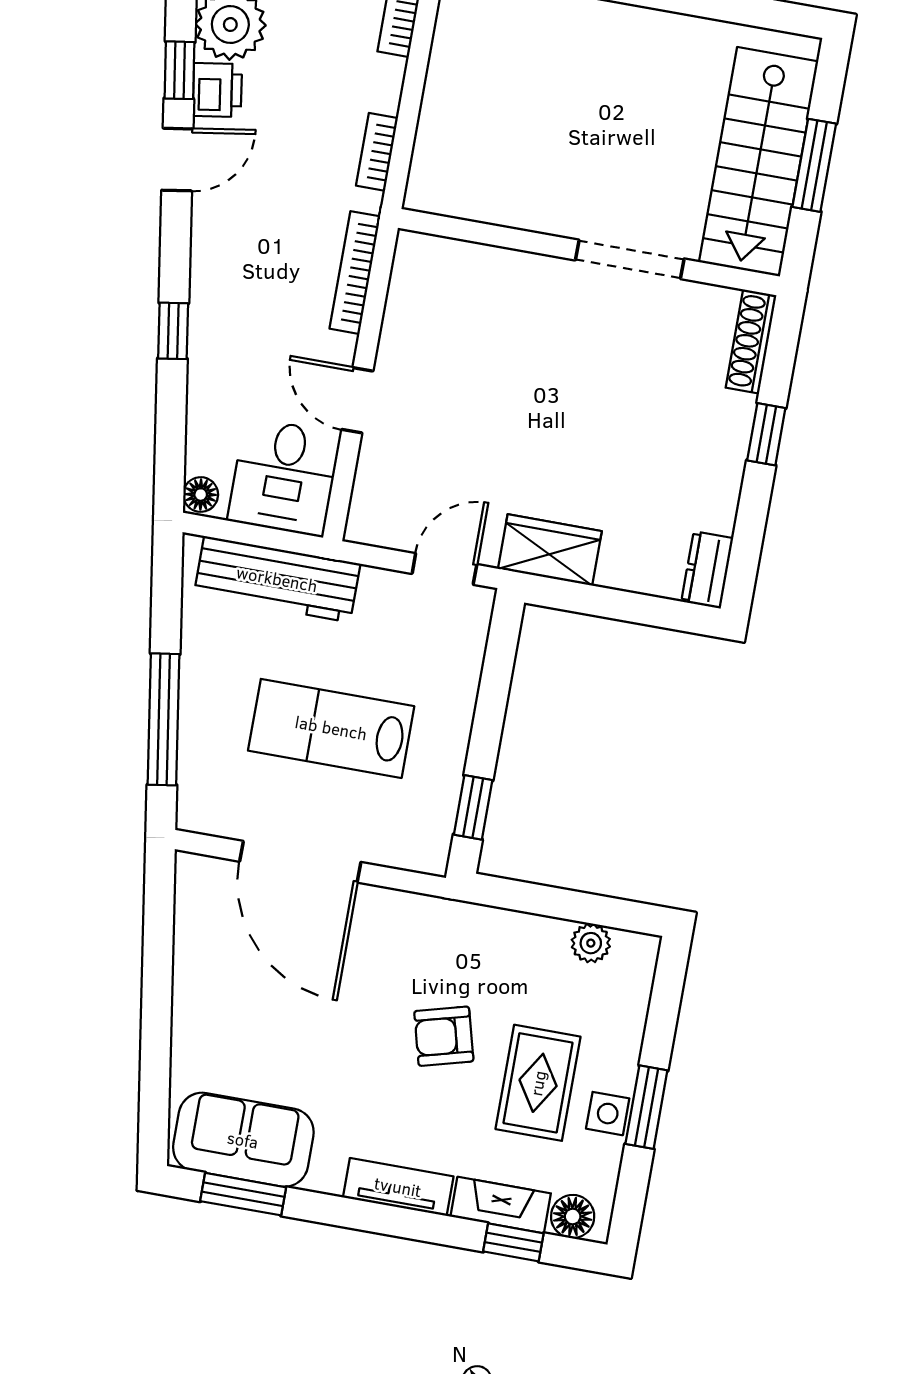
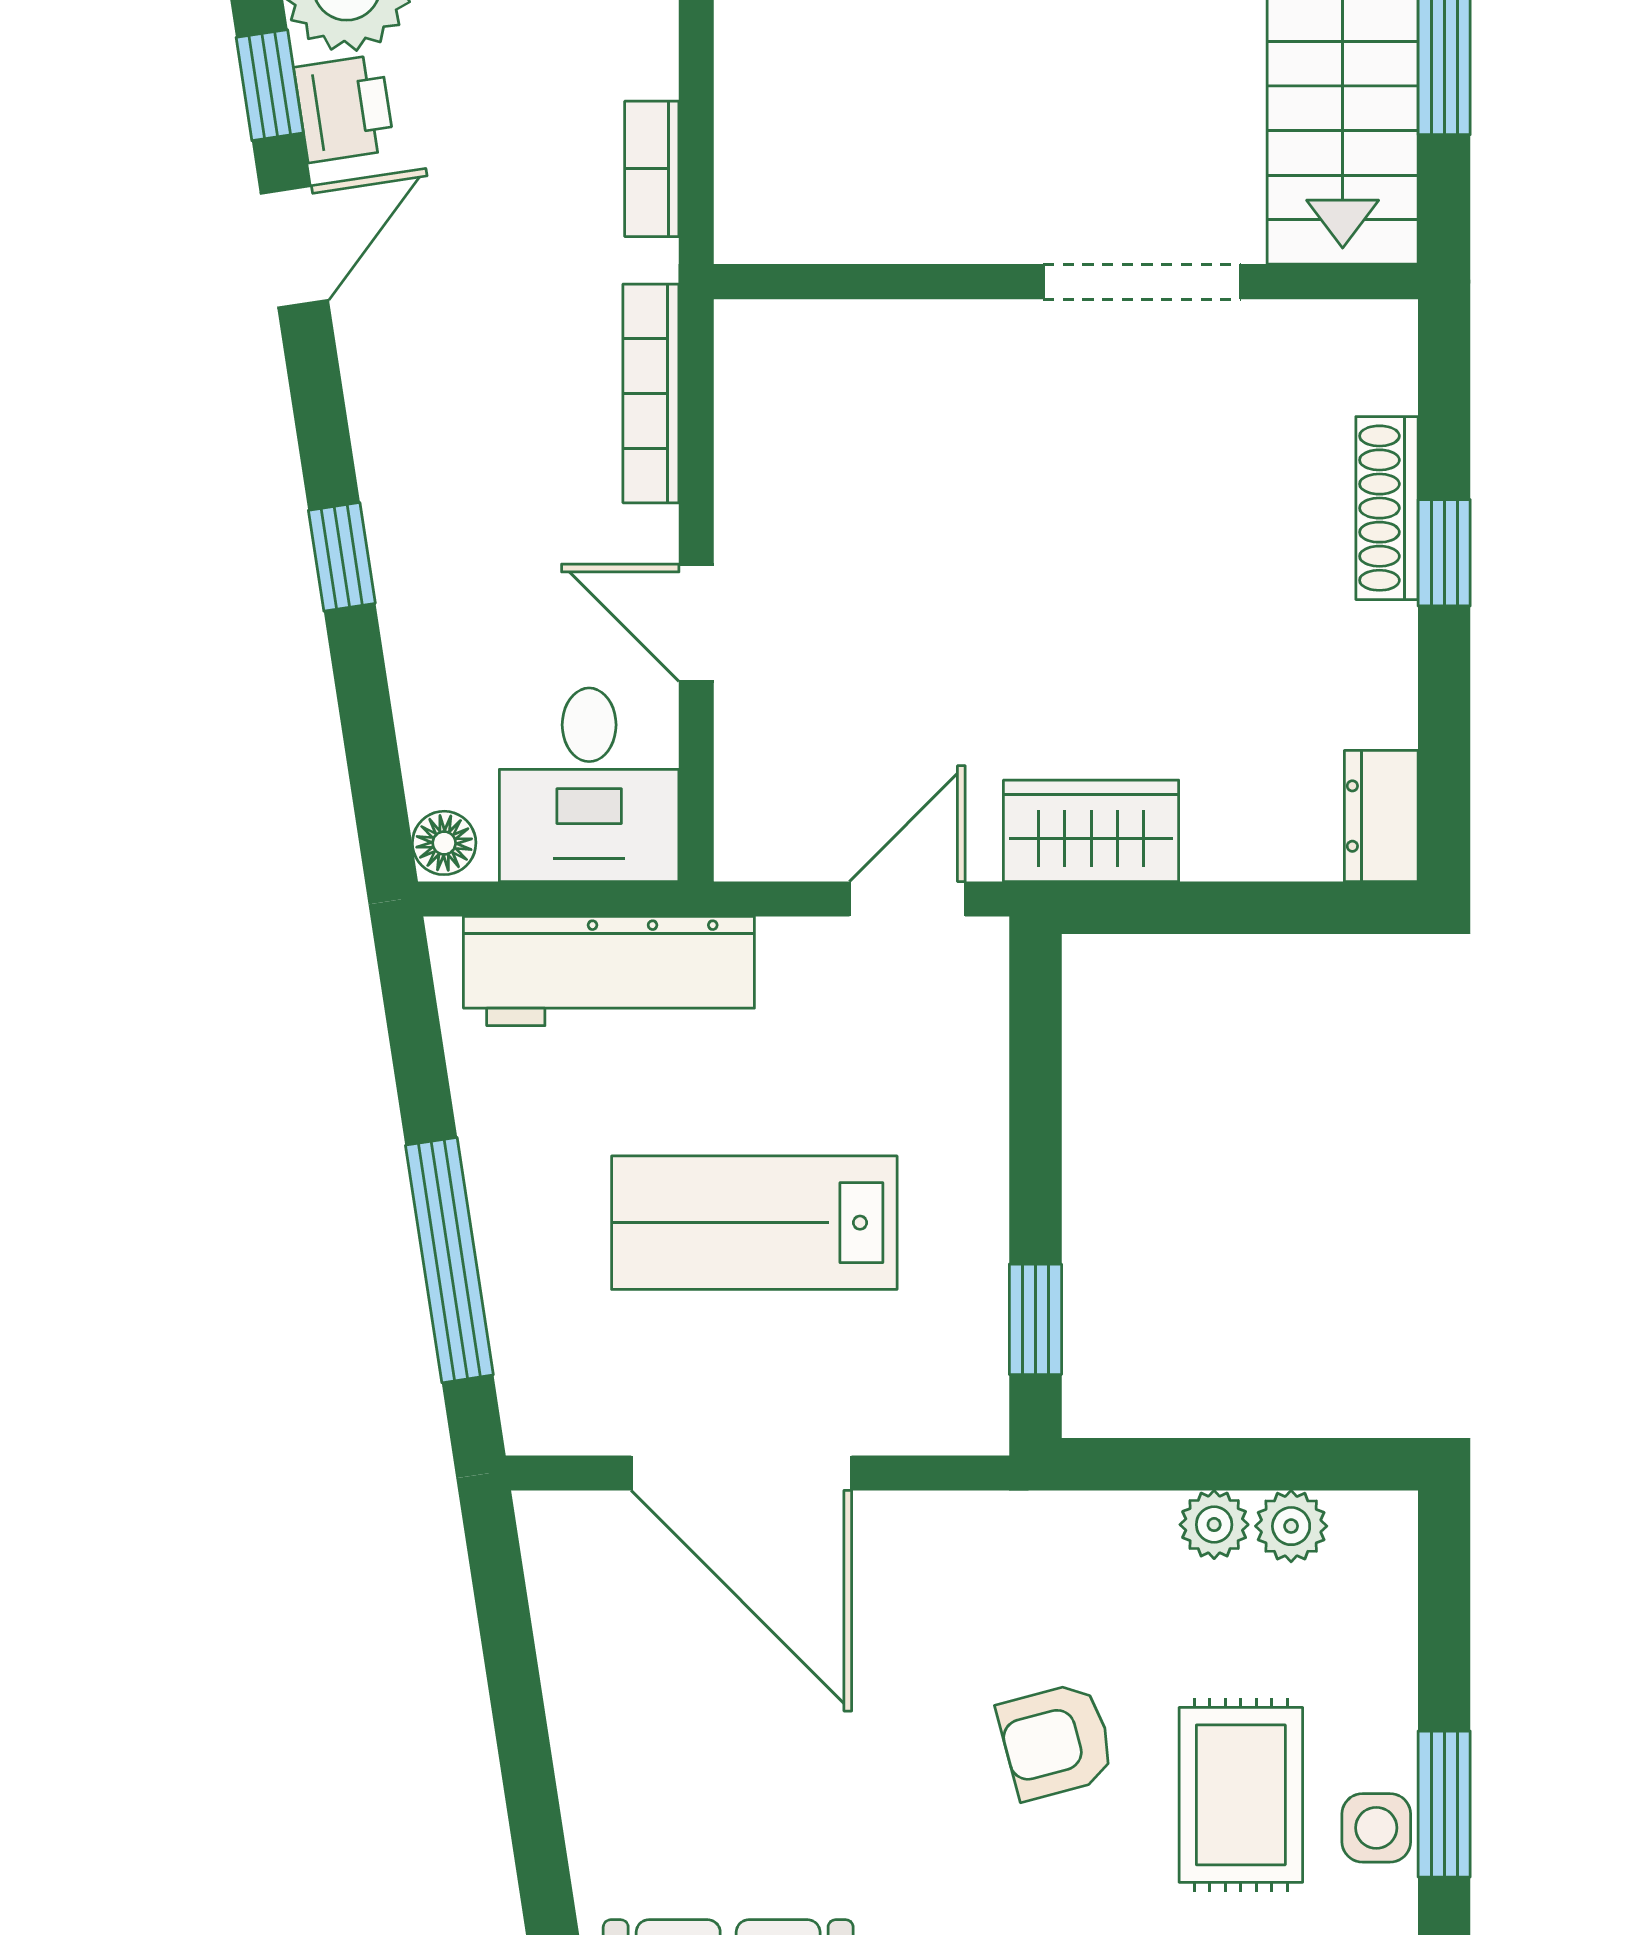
shoe rack: (751, 341) -> (1387, 508), moved
plant: (550, 935) -> (1214, 1525), added

